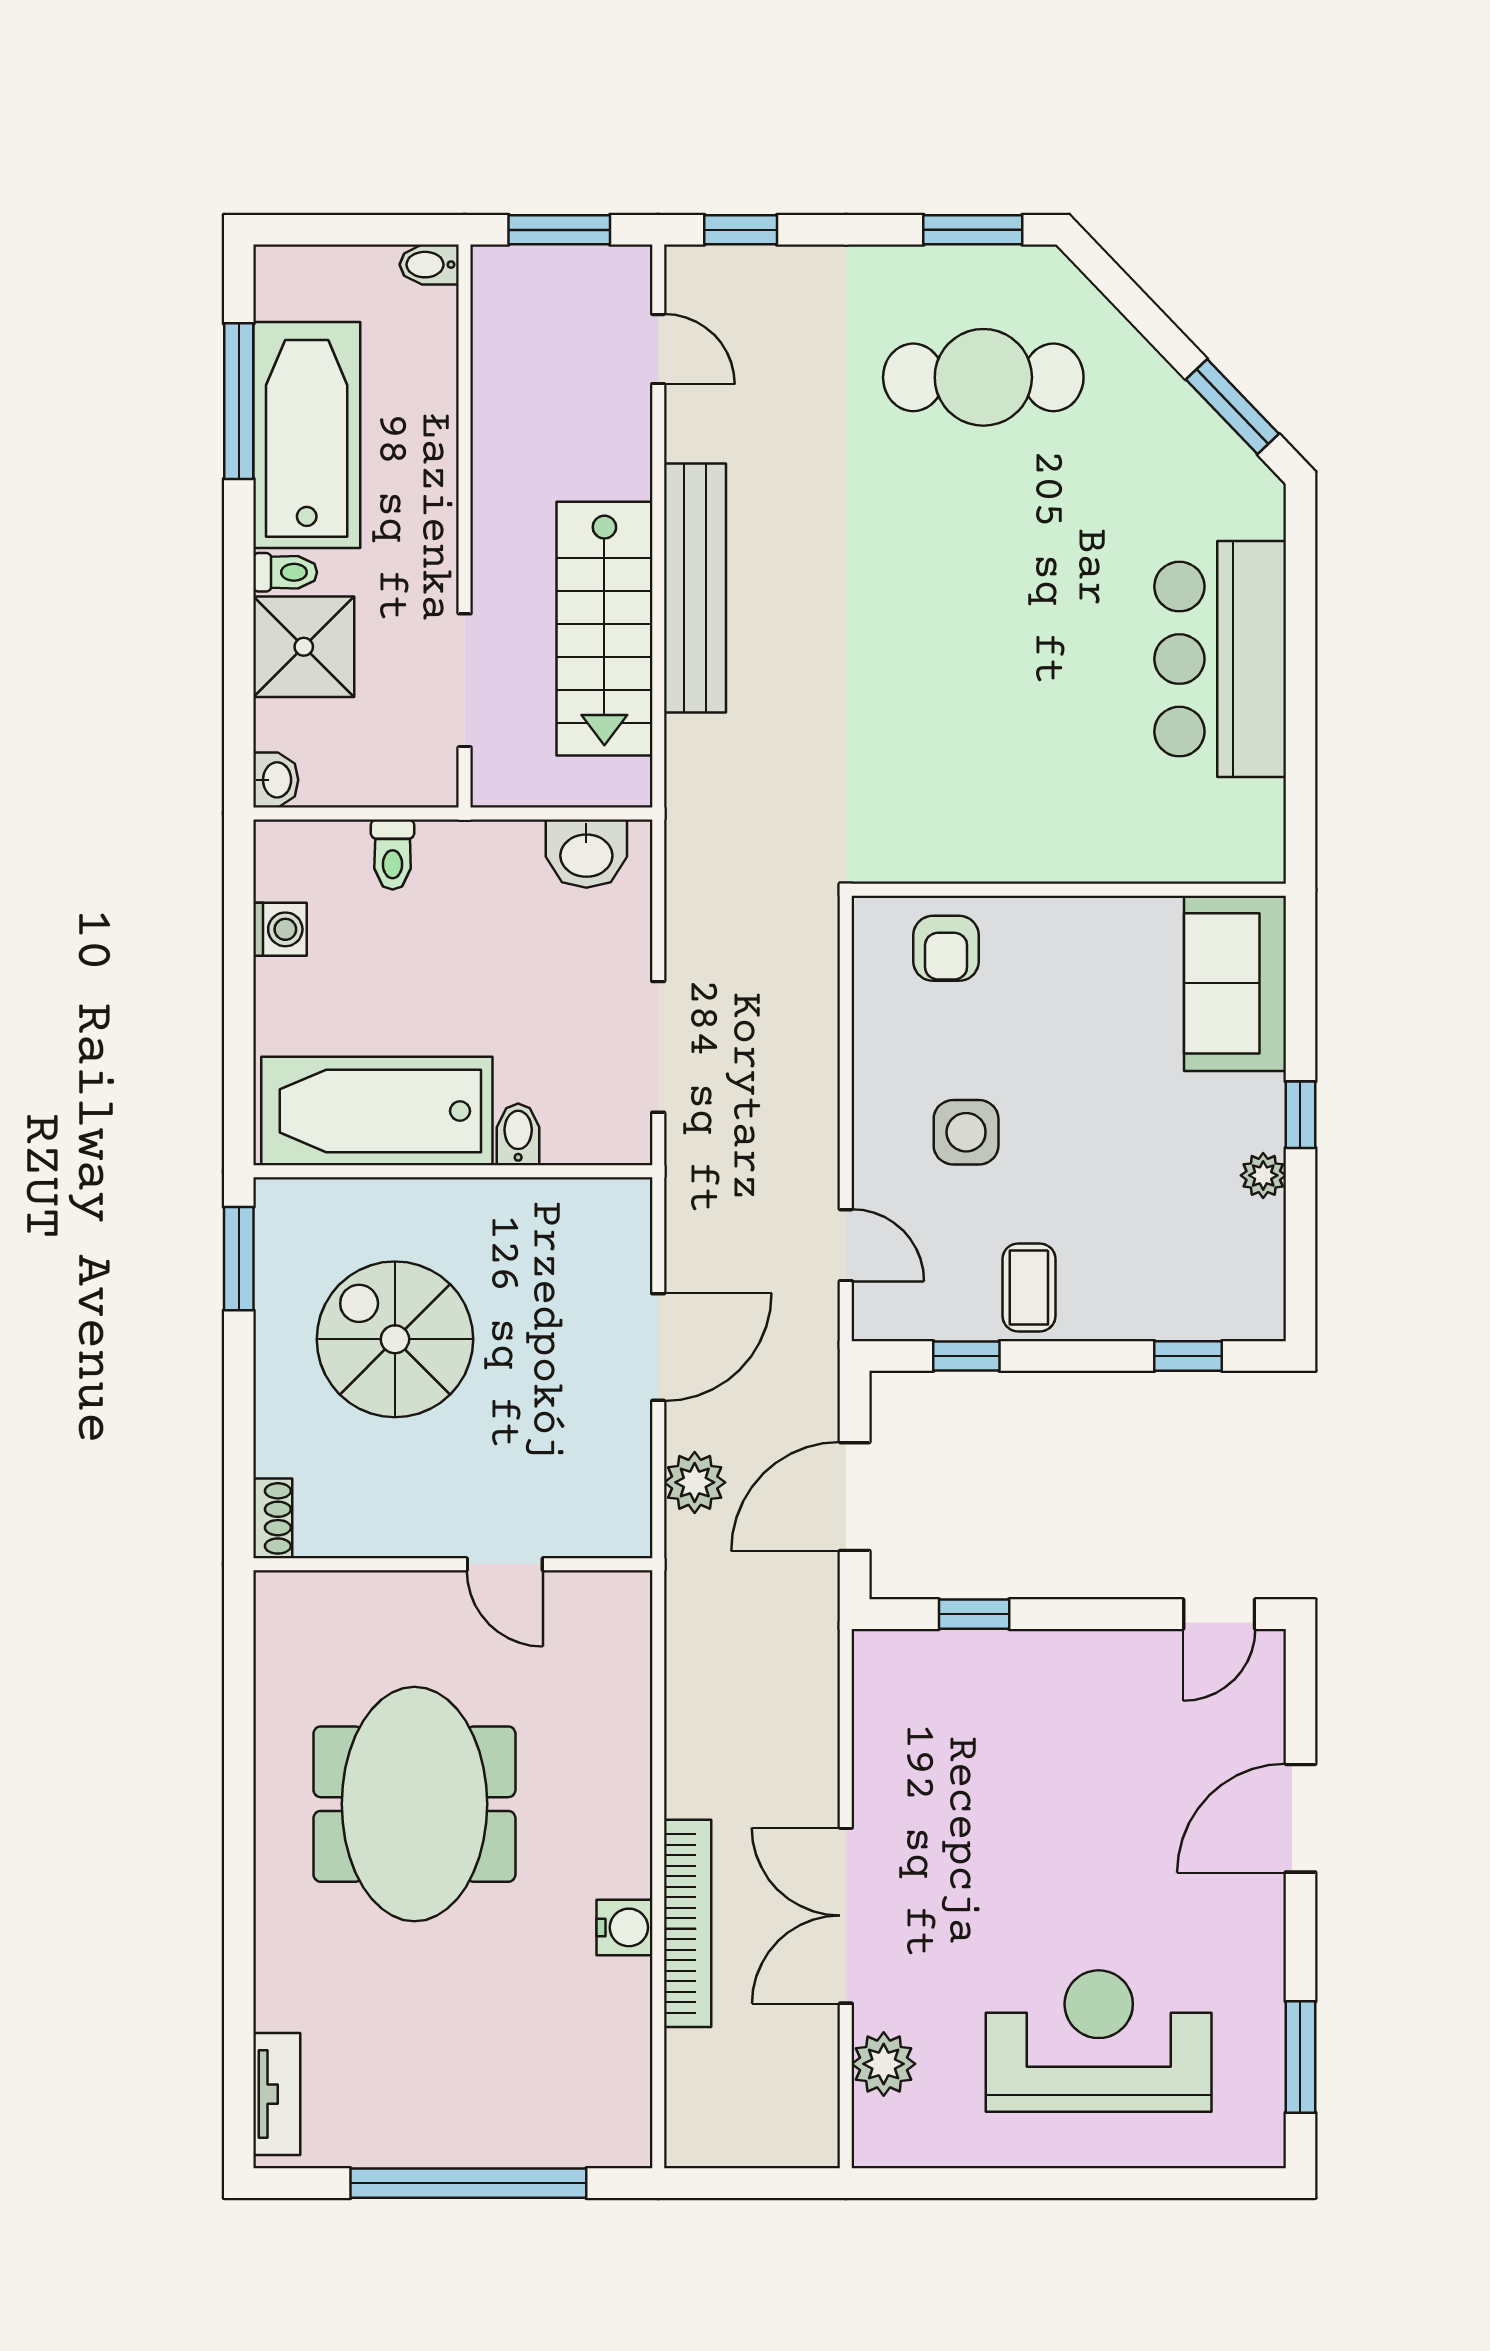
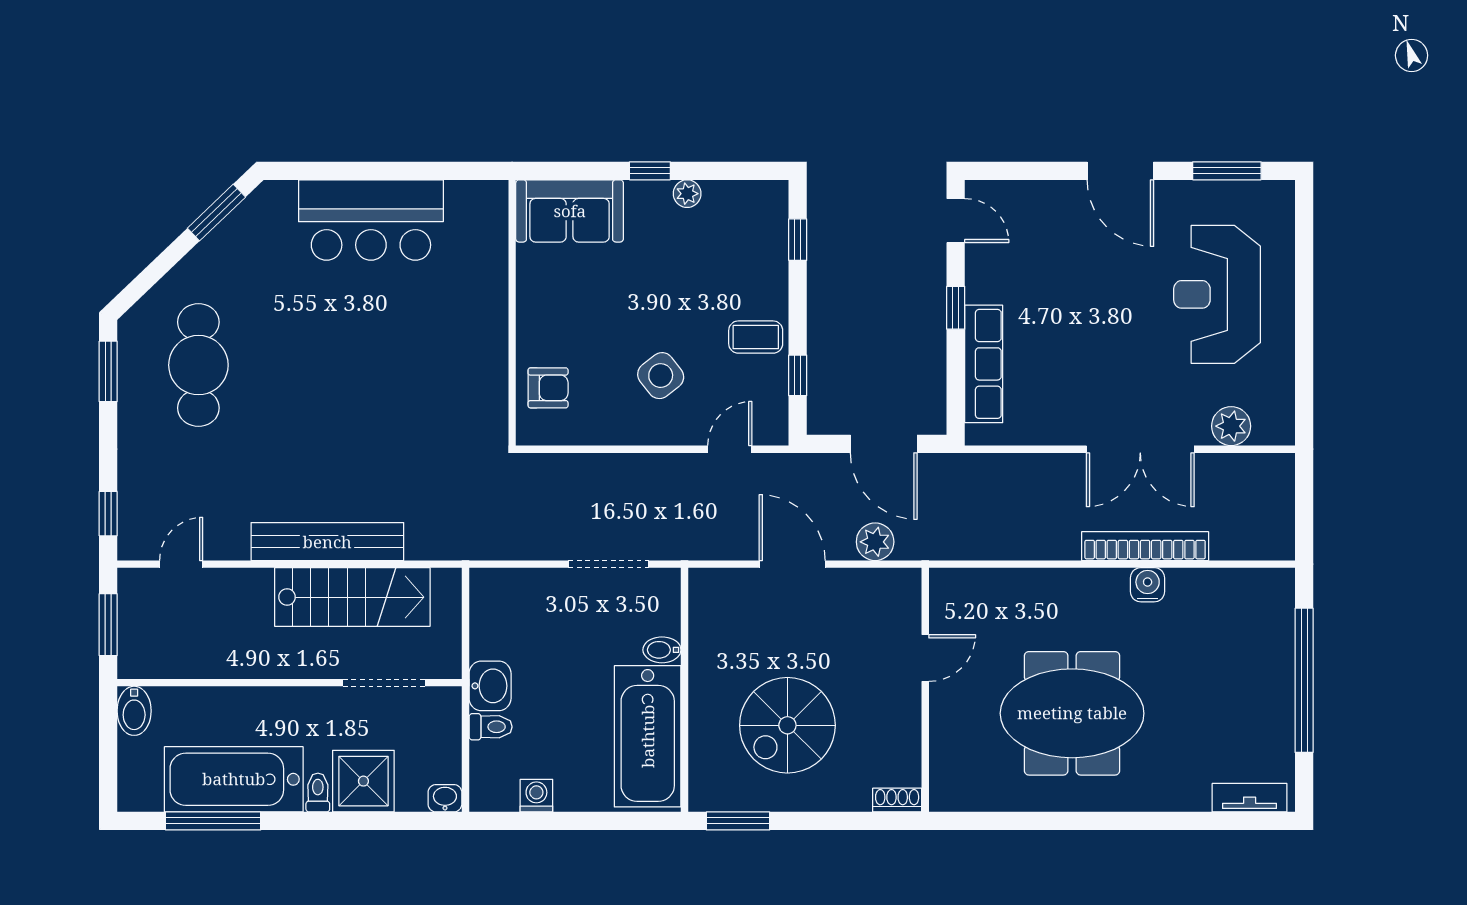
bidet: (429, 265) -> (134, 711), width x1.38, depth x1.36
washbasin: (586, 854) -> (490, 686), moved
side table: (966, 1132) -> (661, 376), turned -38
window: (974, 1614) -> (956, 308), moved
row of seats: (985, 1660) -> (984, 364), added
door: (1300, 1818) -> (1120, 171), moved

